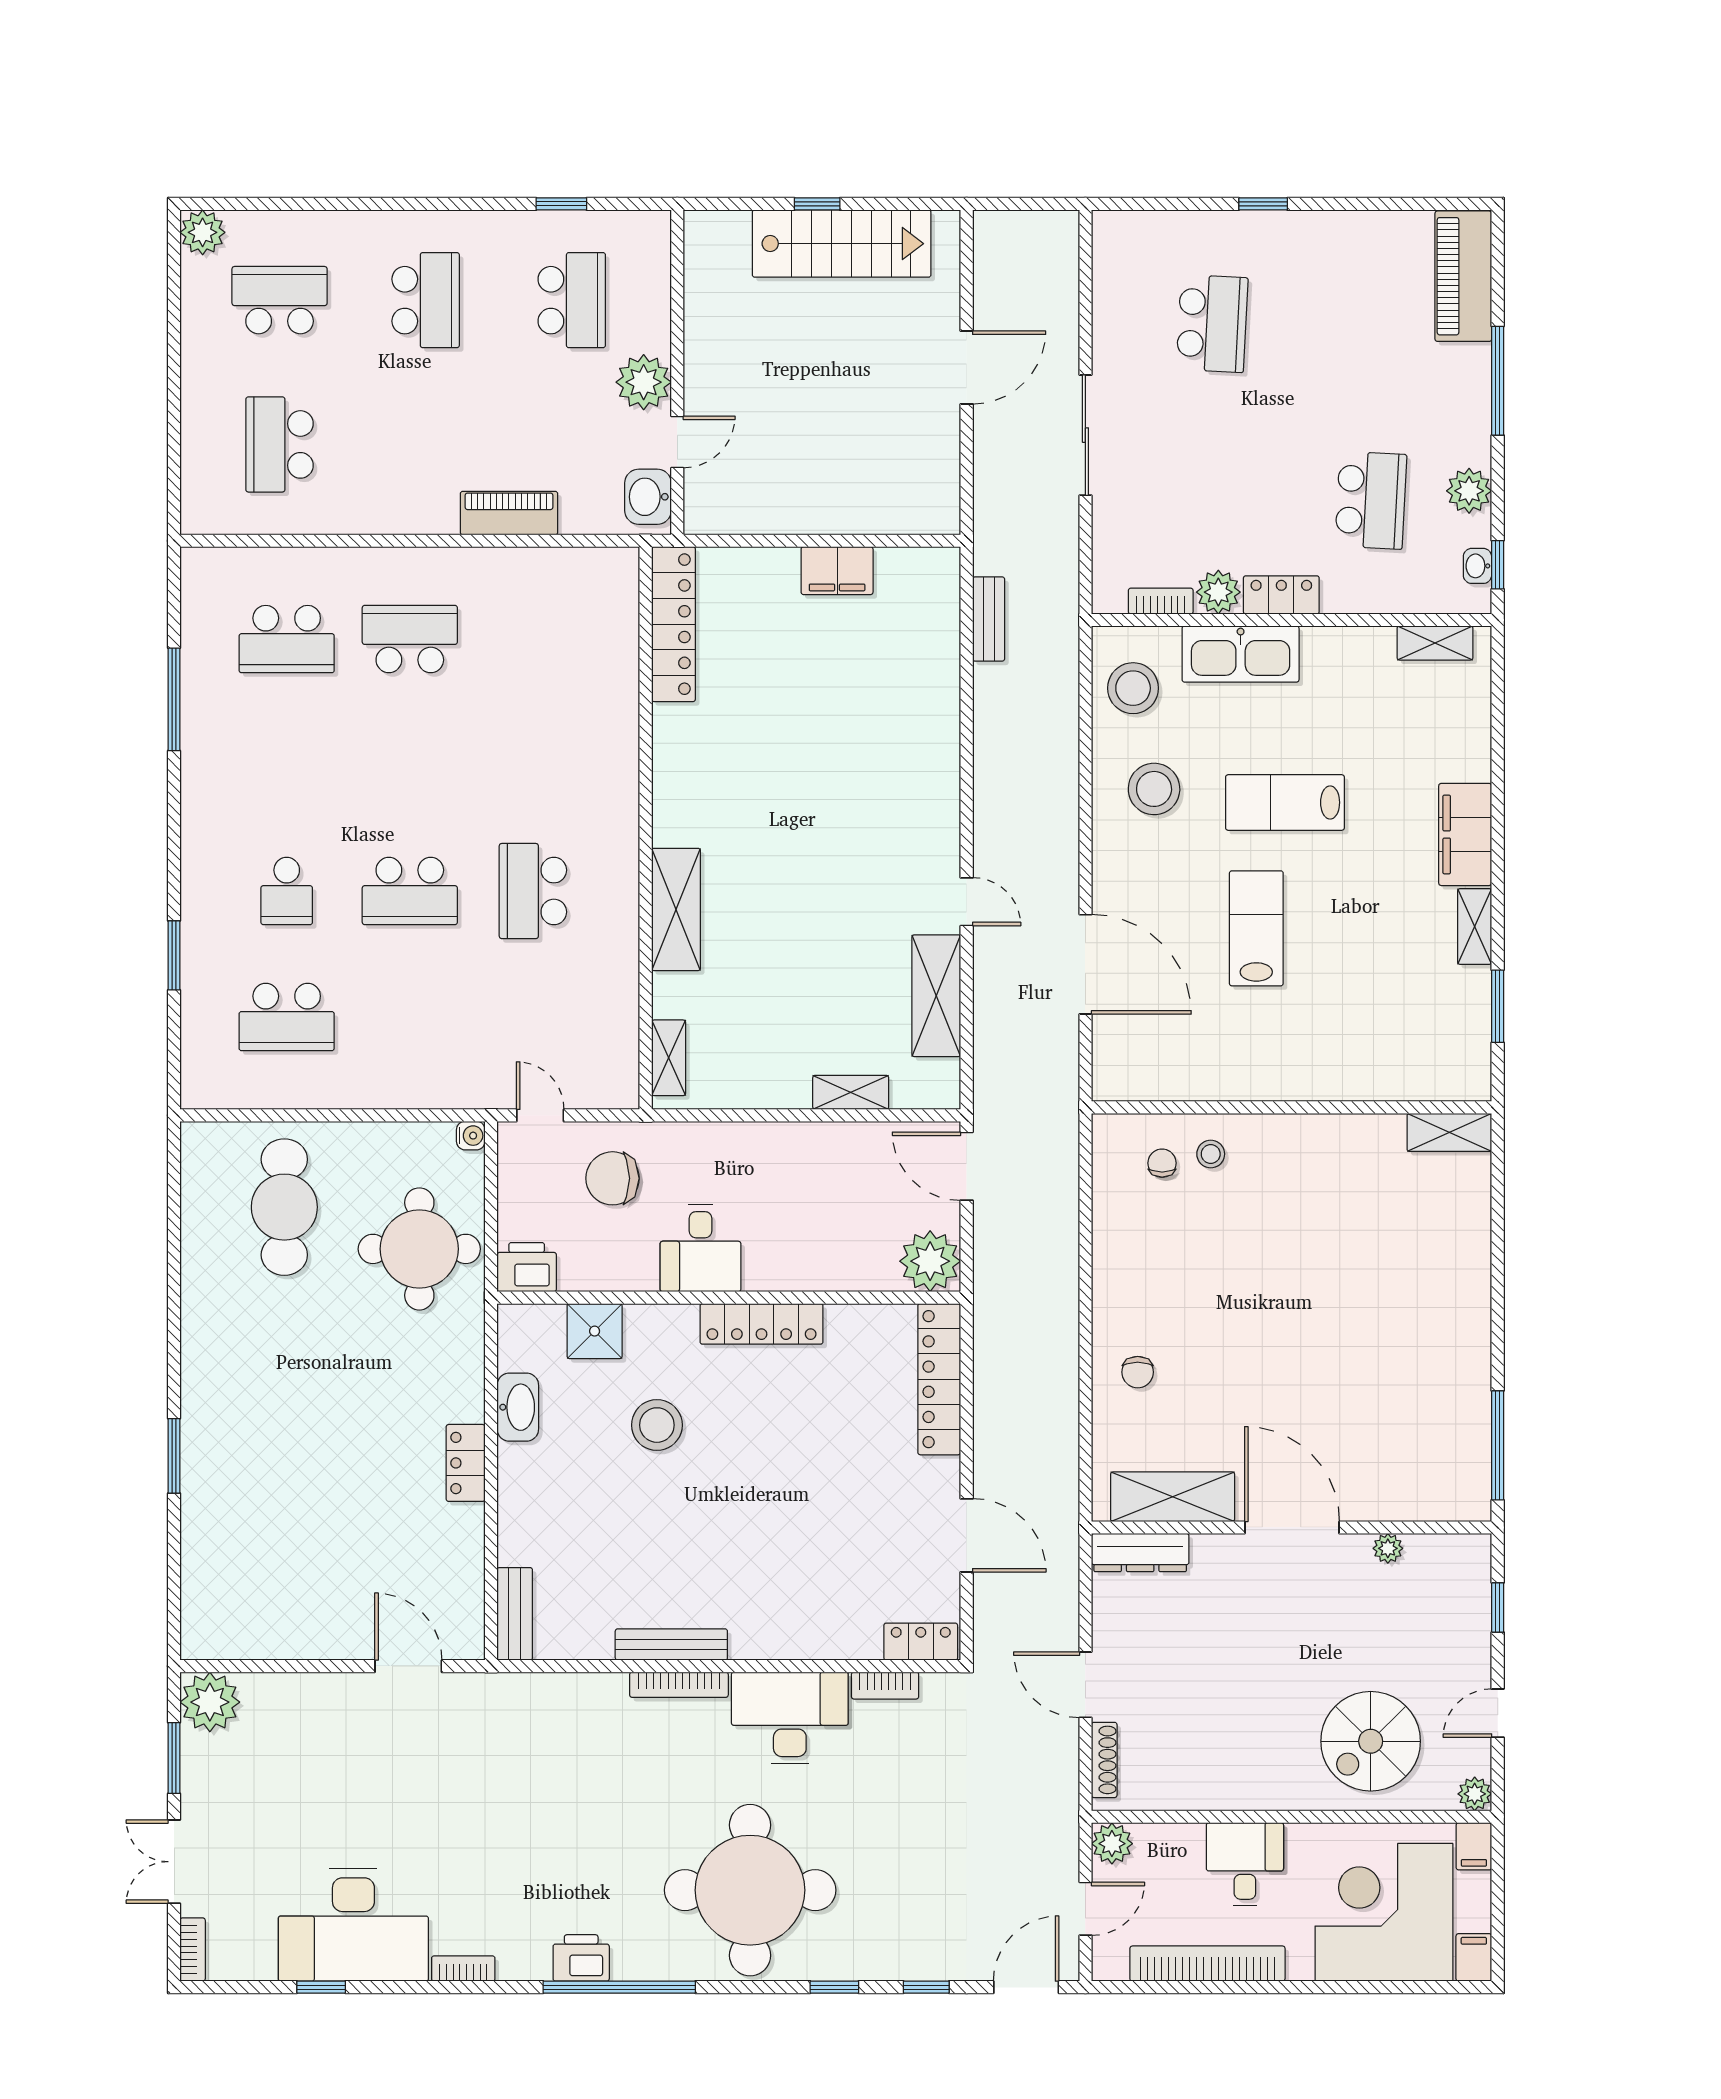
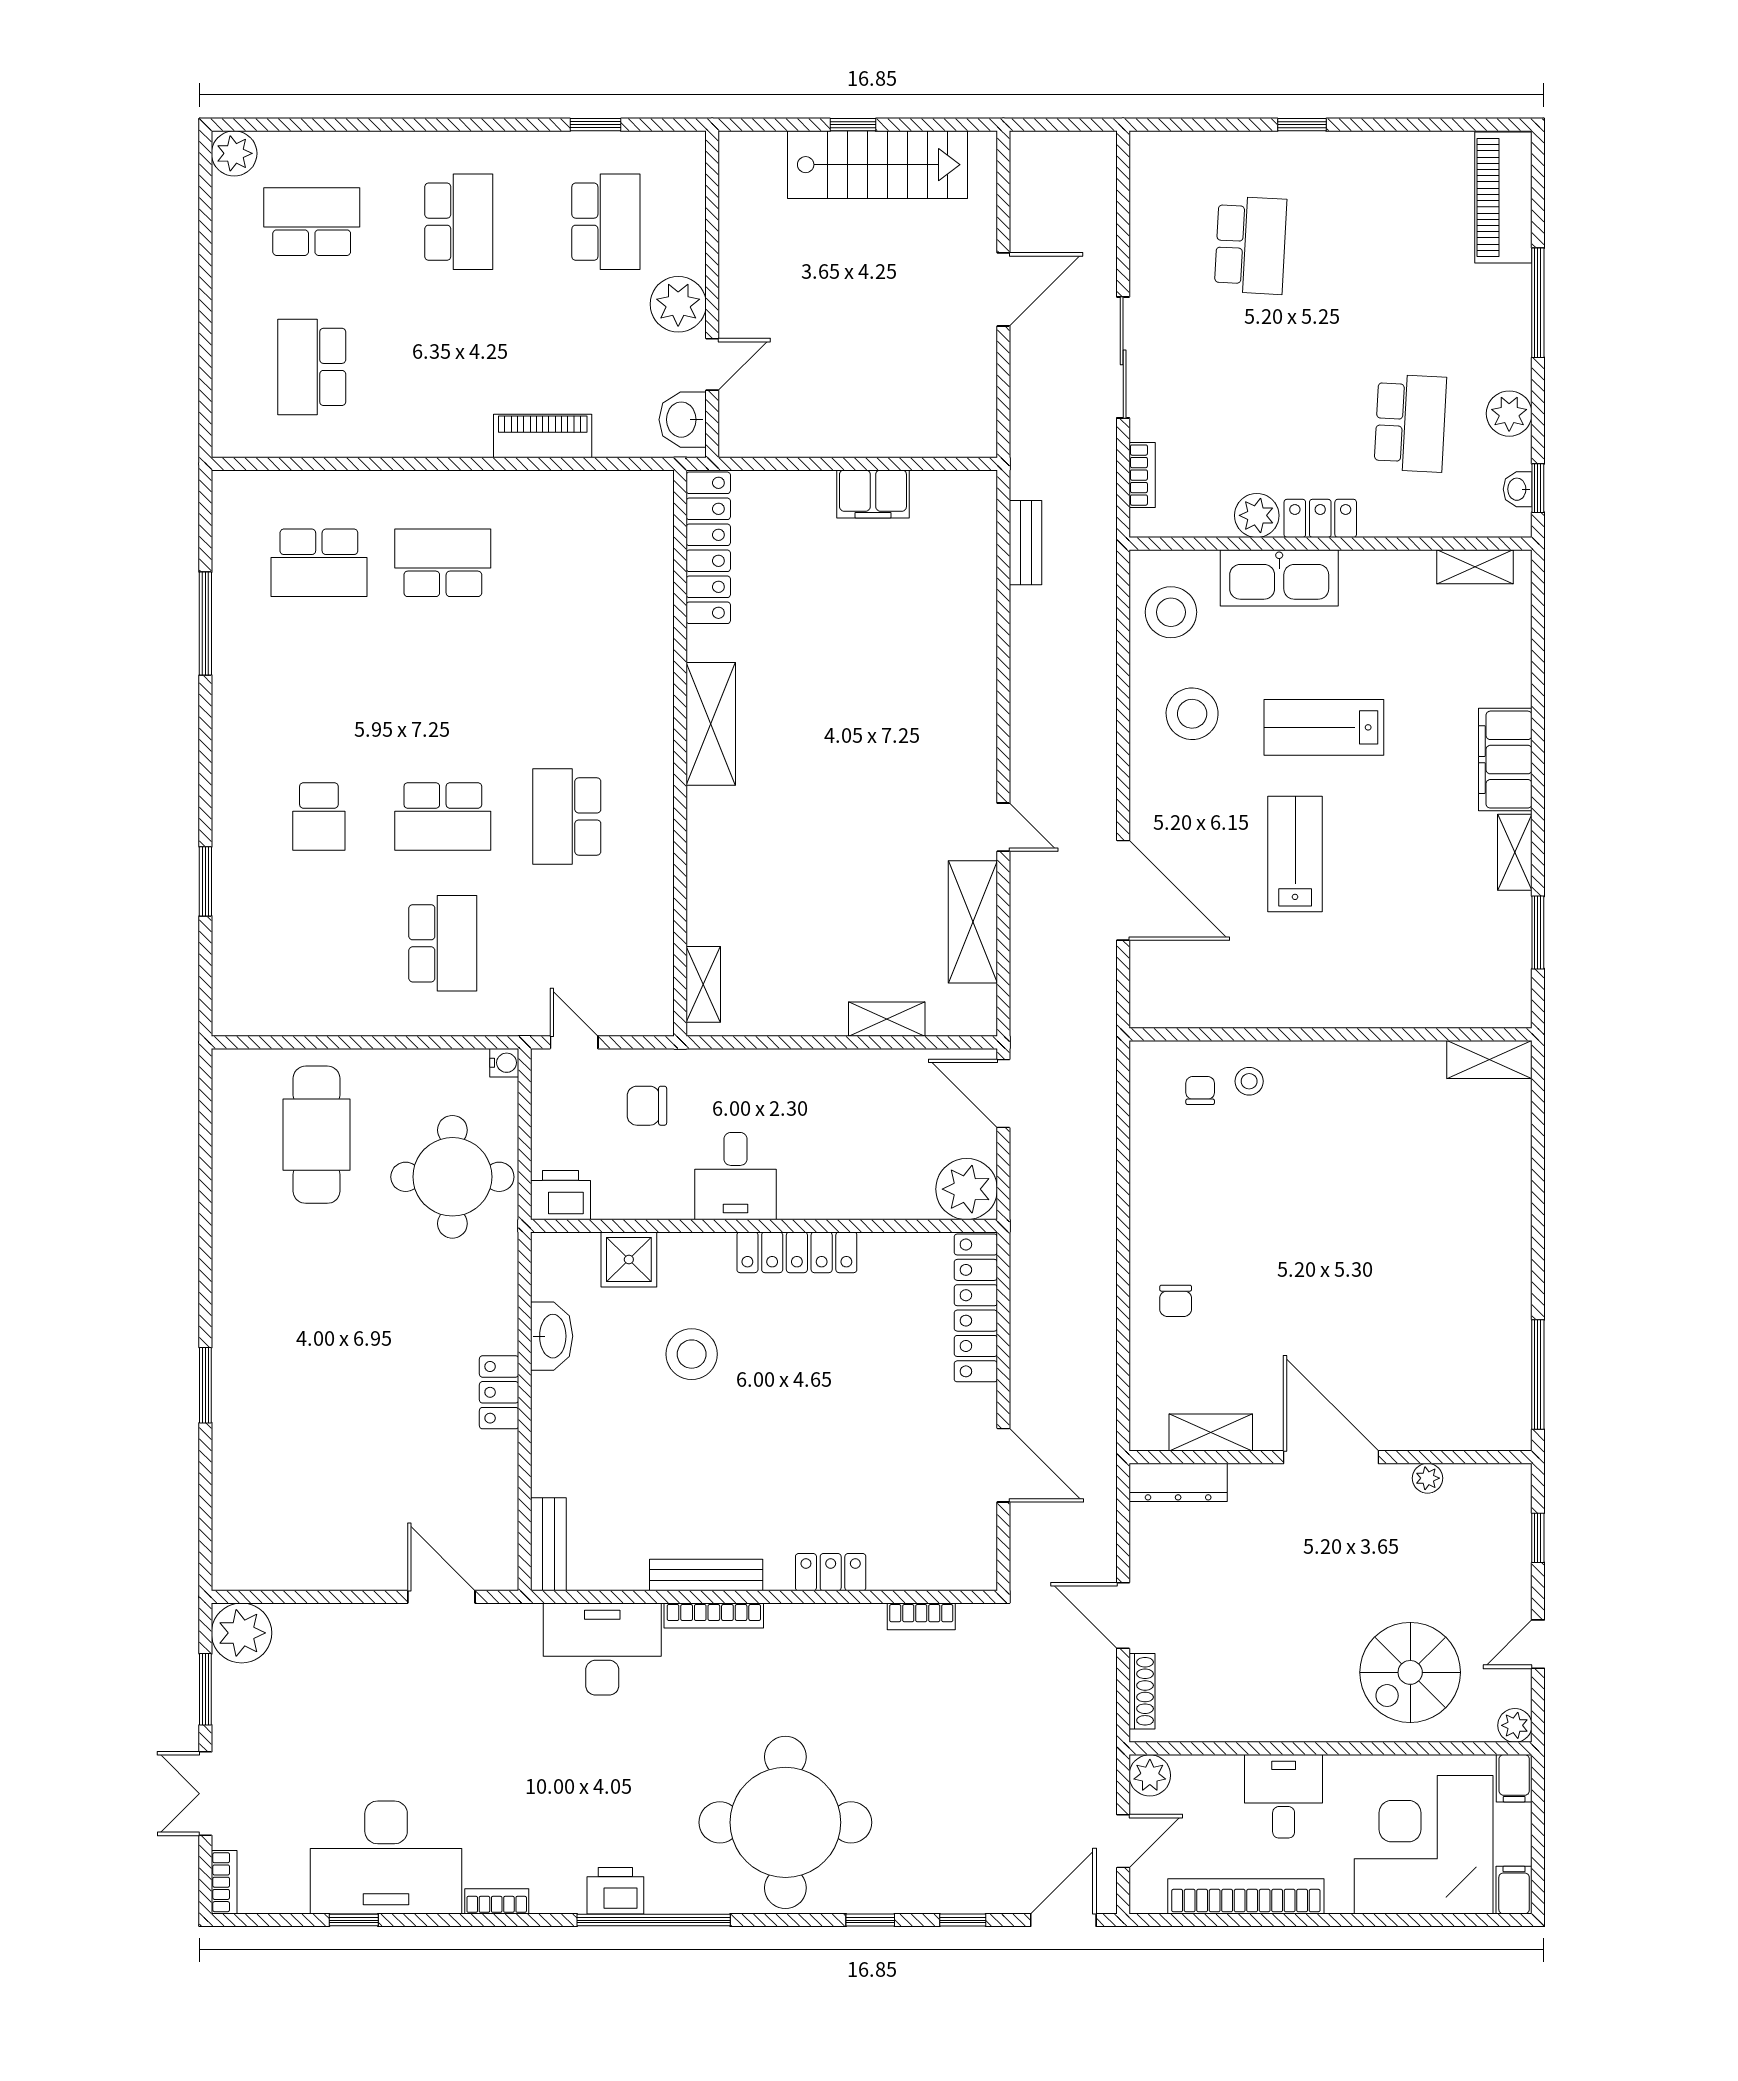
bookcase: (1161, 601) -> (1142, 475), moved, turned 90
shelving: (676, 909) -> (711, 724), moved
school desk: (287, 1017) -> (443, 943), moved, turned -90
chair: (613, 1178) -> (647, 1106), width x0.73, depth x0.73
shelving: (1173, 1497) -> (1211, 1433), width x0.67, depth x0.75
locker: (921, 1642) -> (831, 1572), moved
desk: (790, 1718) -> (602, 1649), moved

